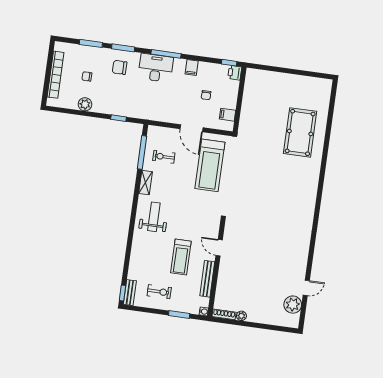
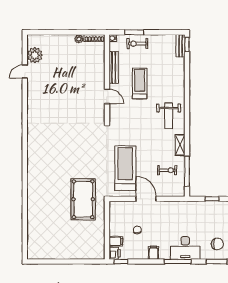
filing cabinet: (228, 115) -> (116, 241), moved
pool table: (300, 132) -> (83, 199), moved
exercise bike: (159, 292) -> (137, 44), moved

